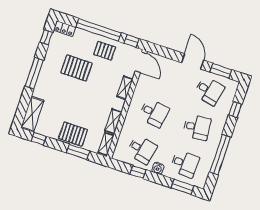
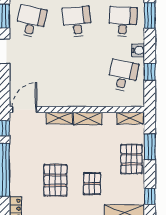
pallet: (105, 51) -> (92, 184), moved
desk: (154, 113) -> (77, 76), removed
shelving: (113, 121) -> (88, 119), moved

